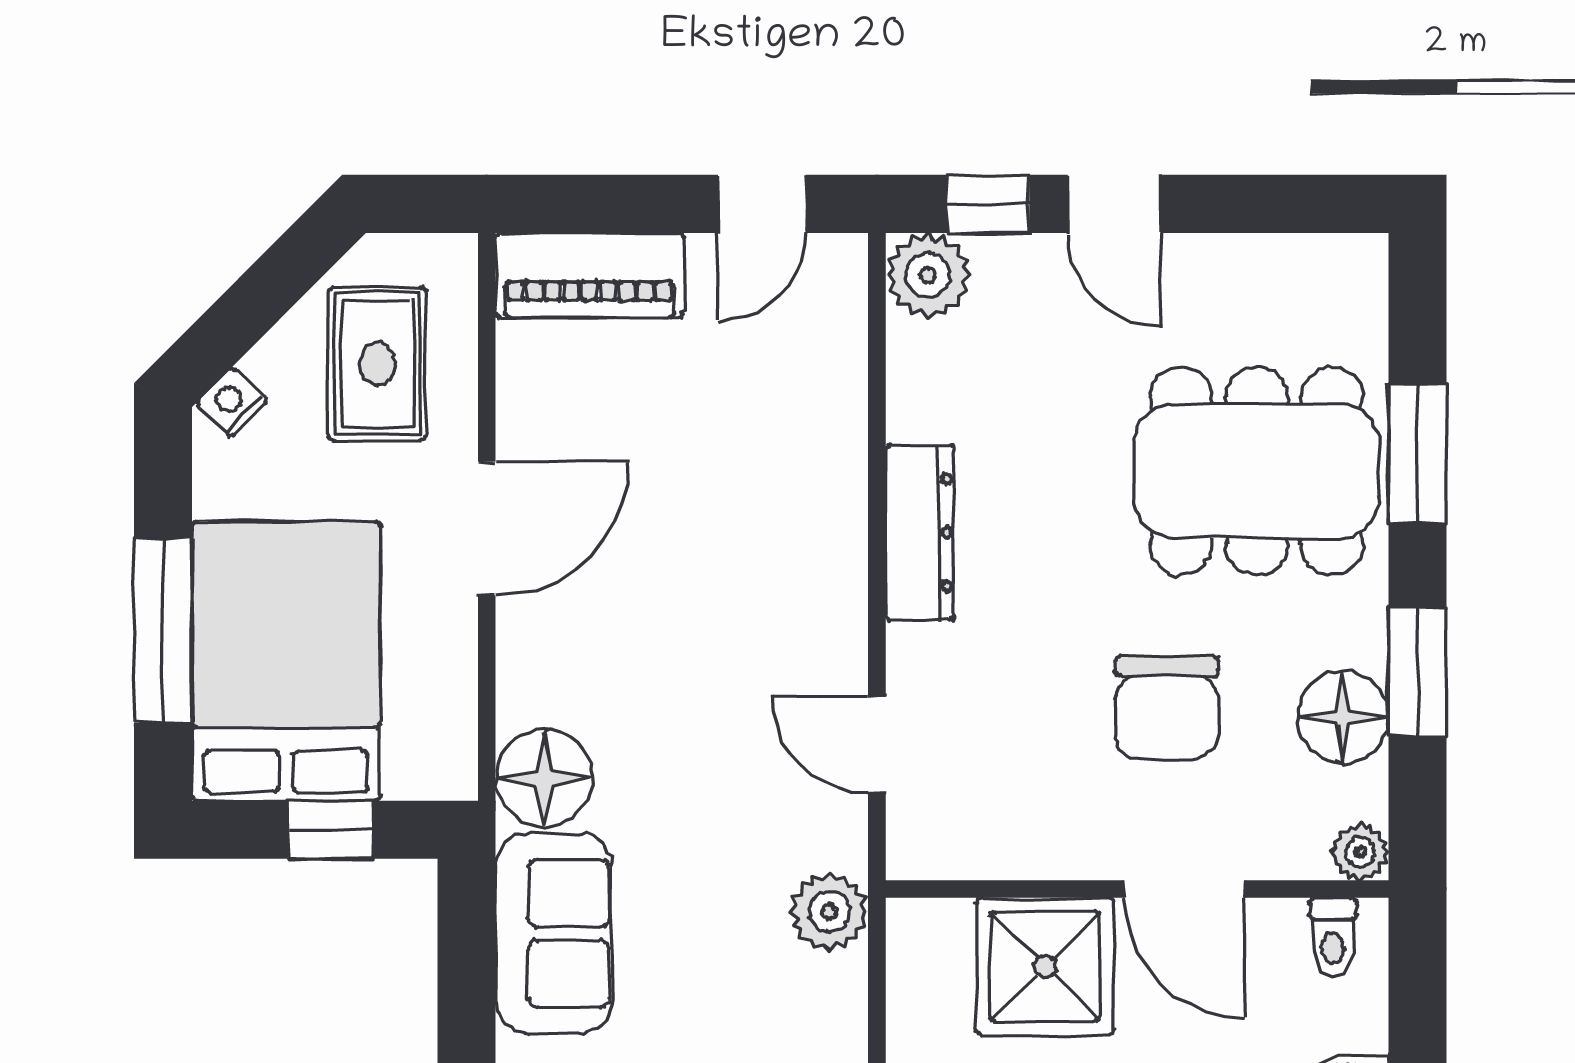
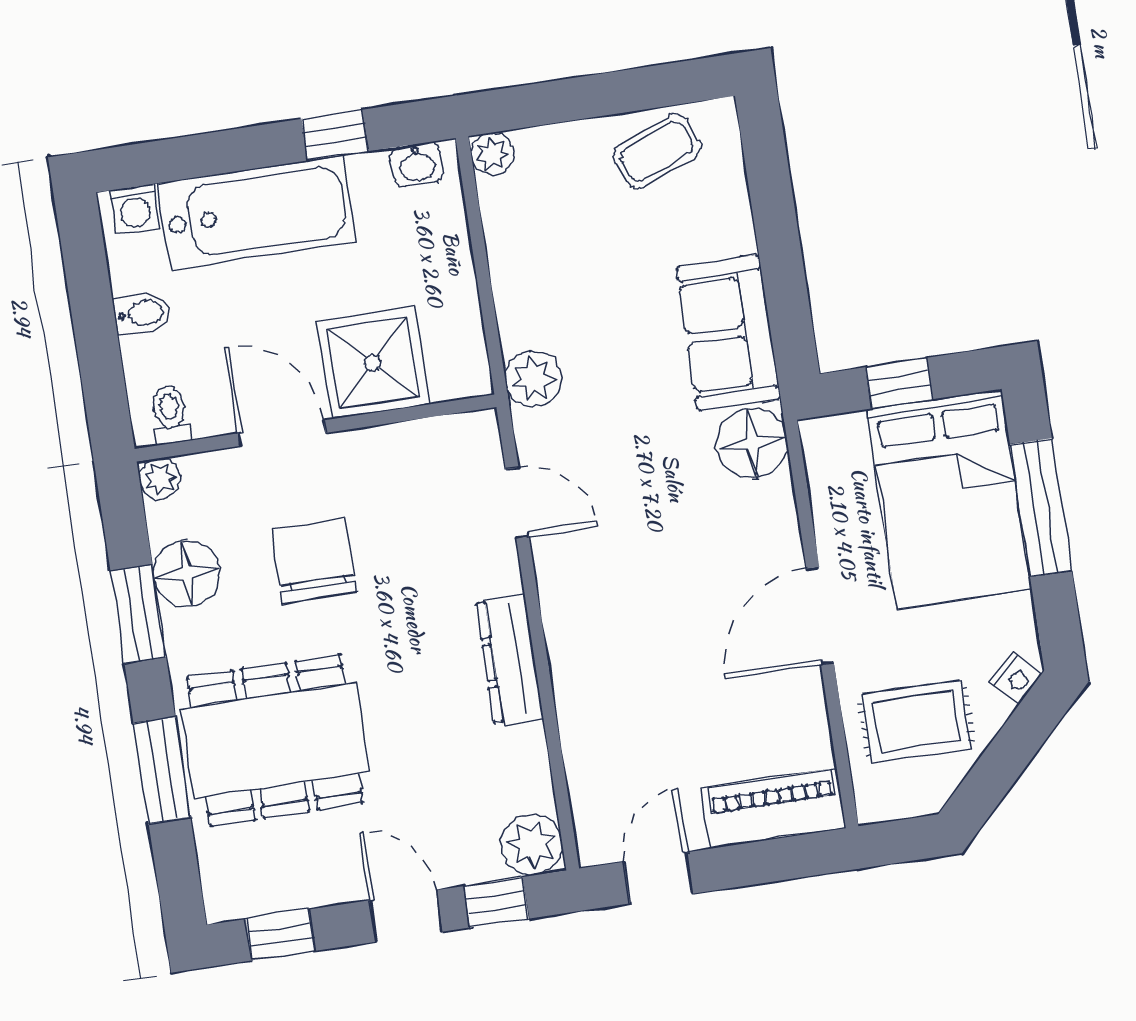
window: (1290, 204) -> (280, 935), added
rug: (377, 364) -> (916, 722), turned 90

